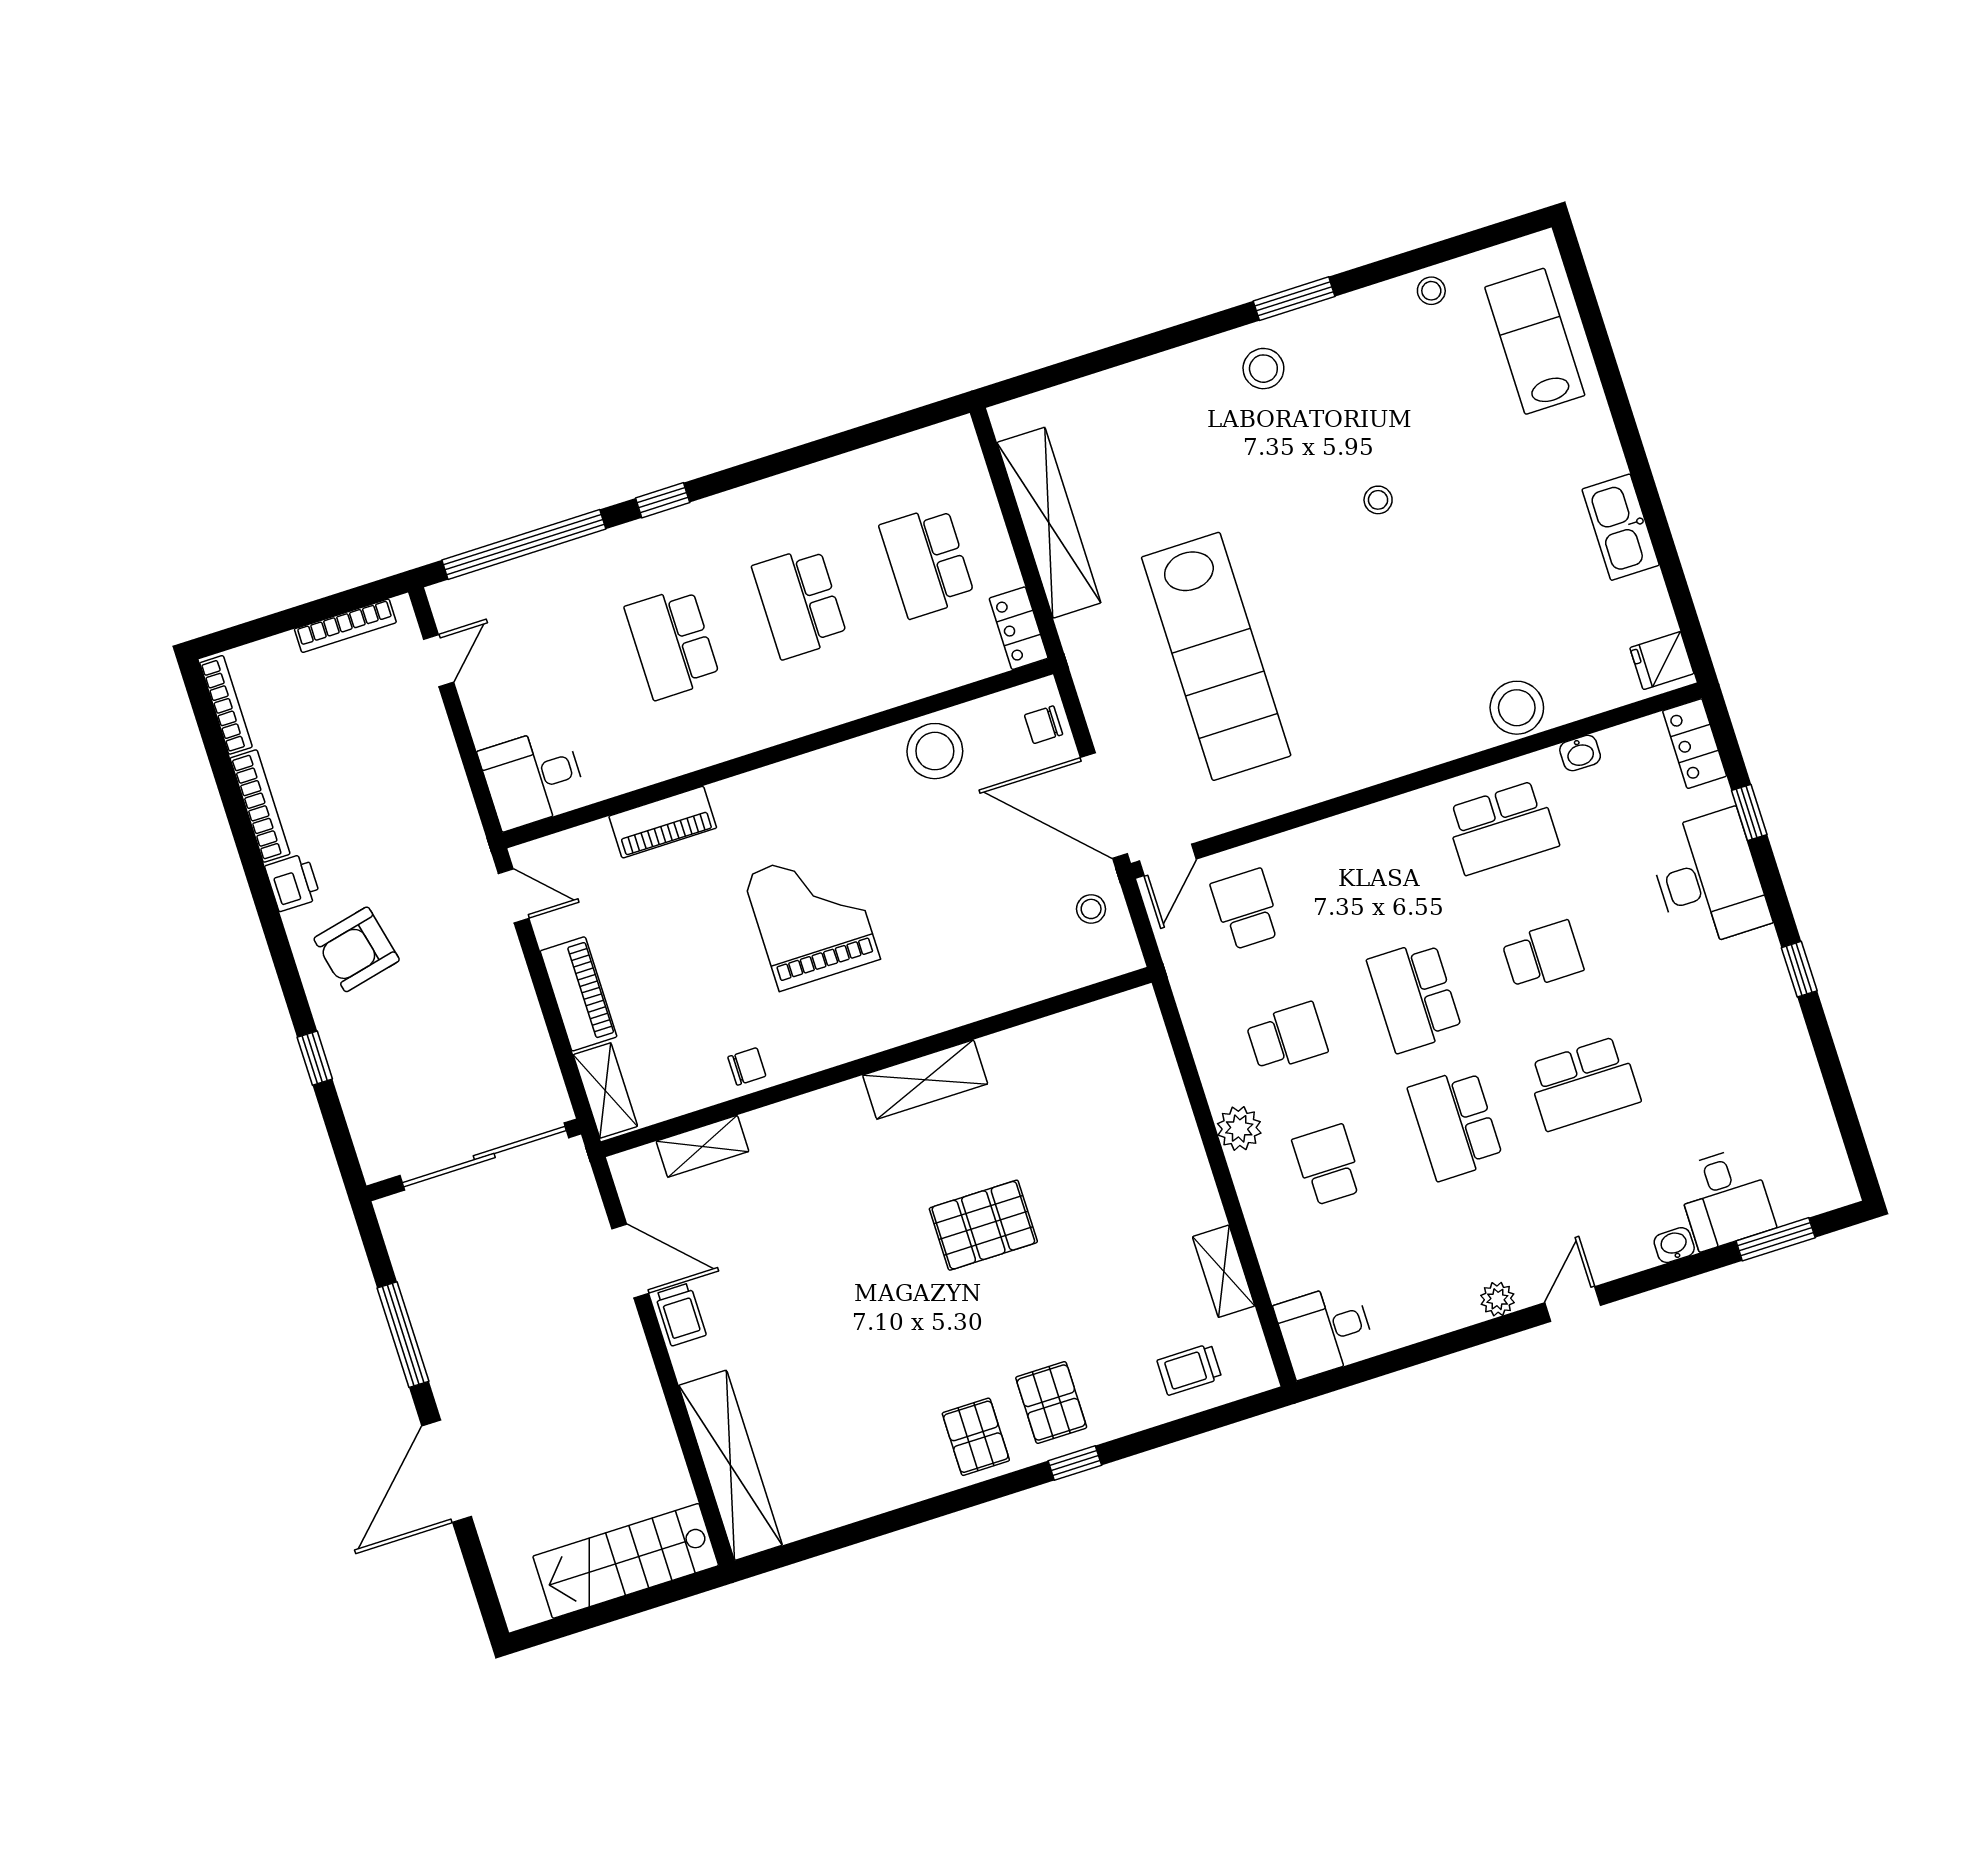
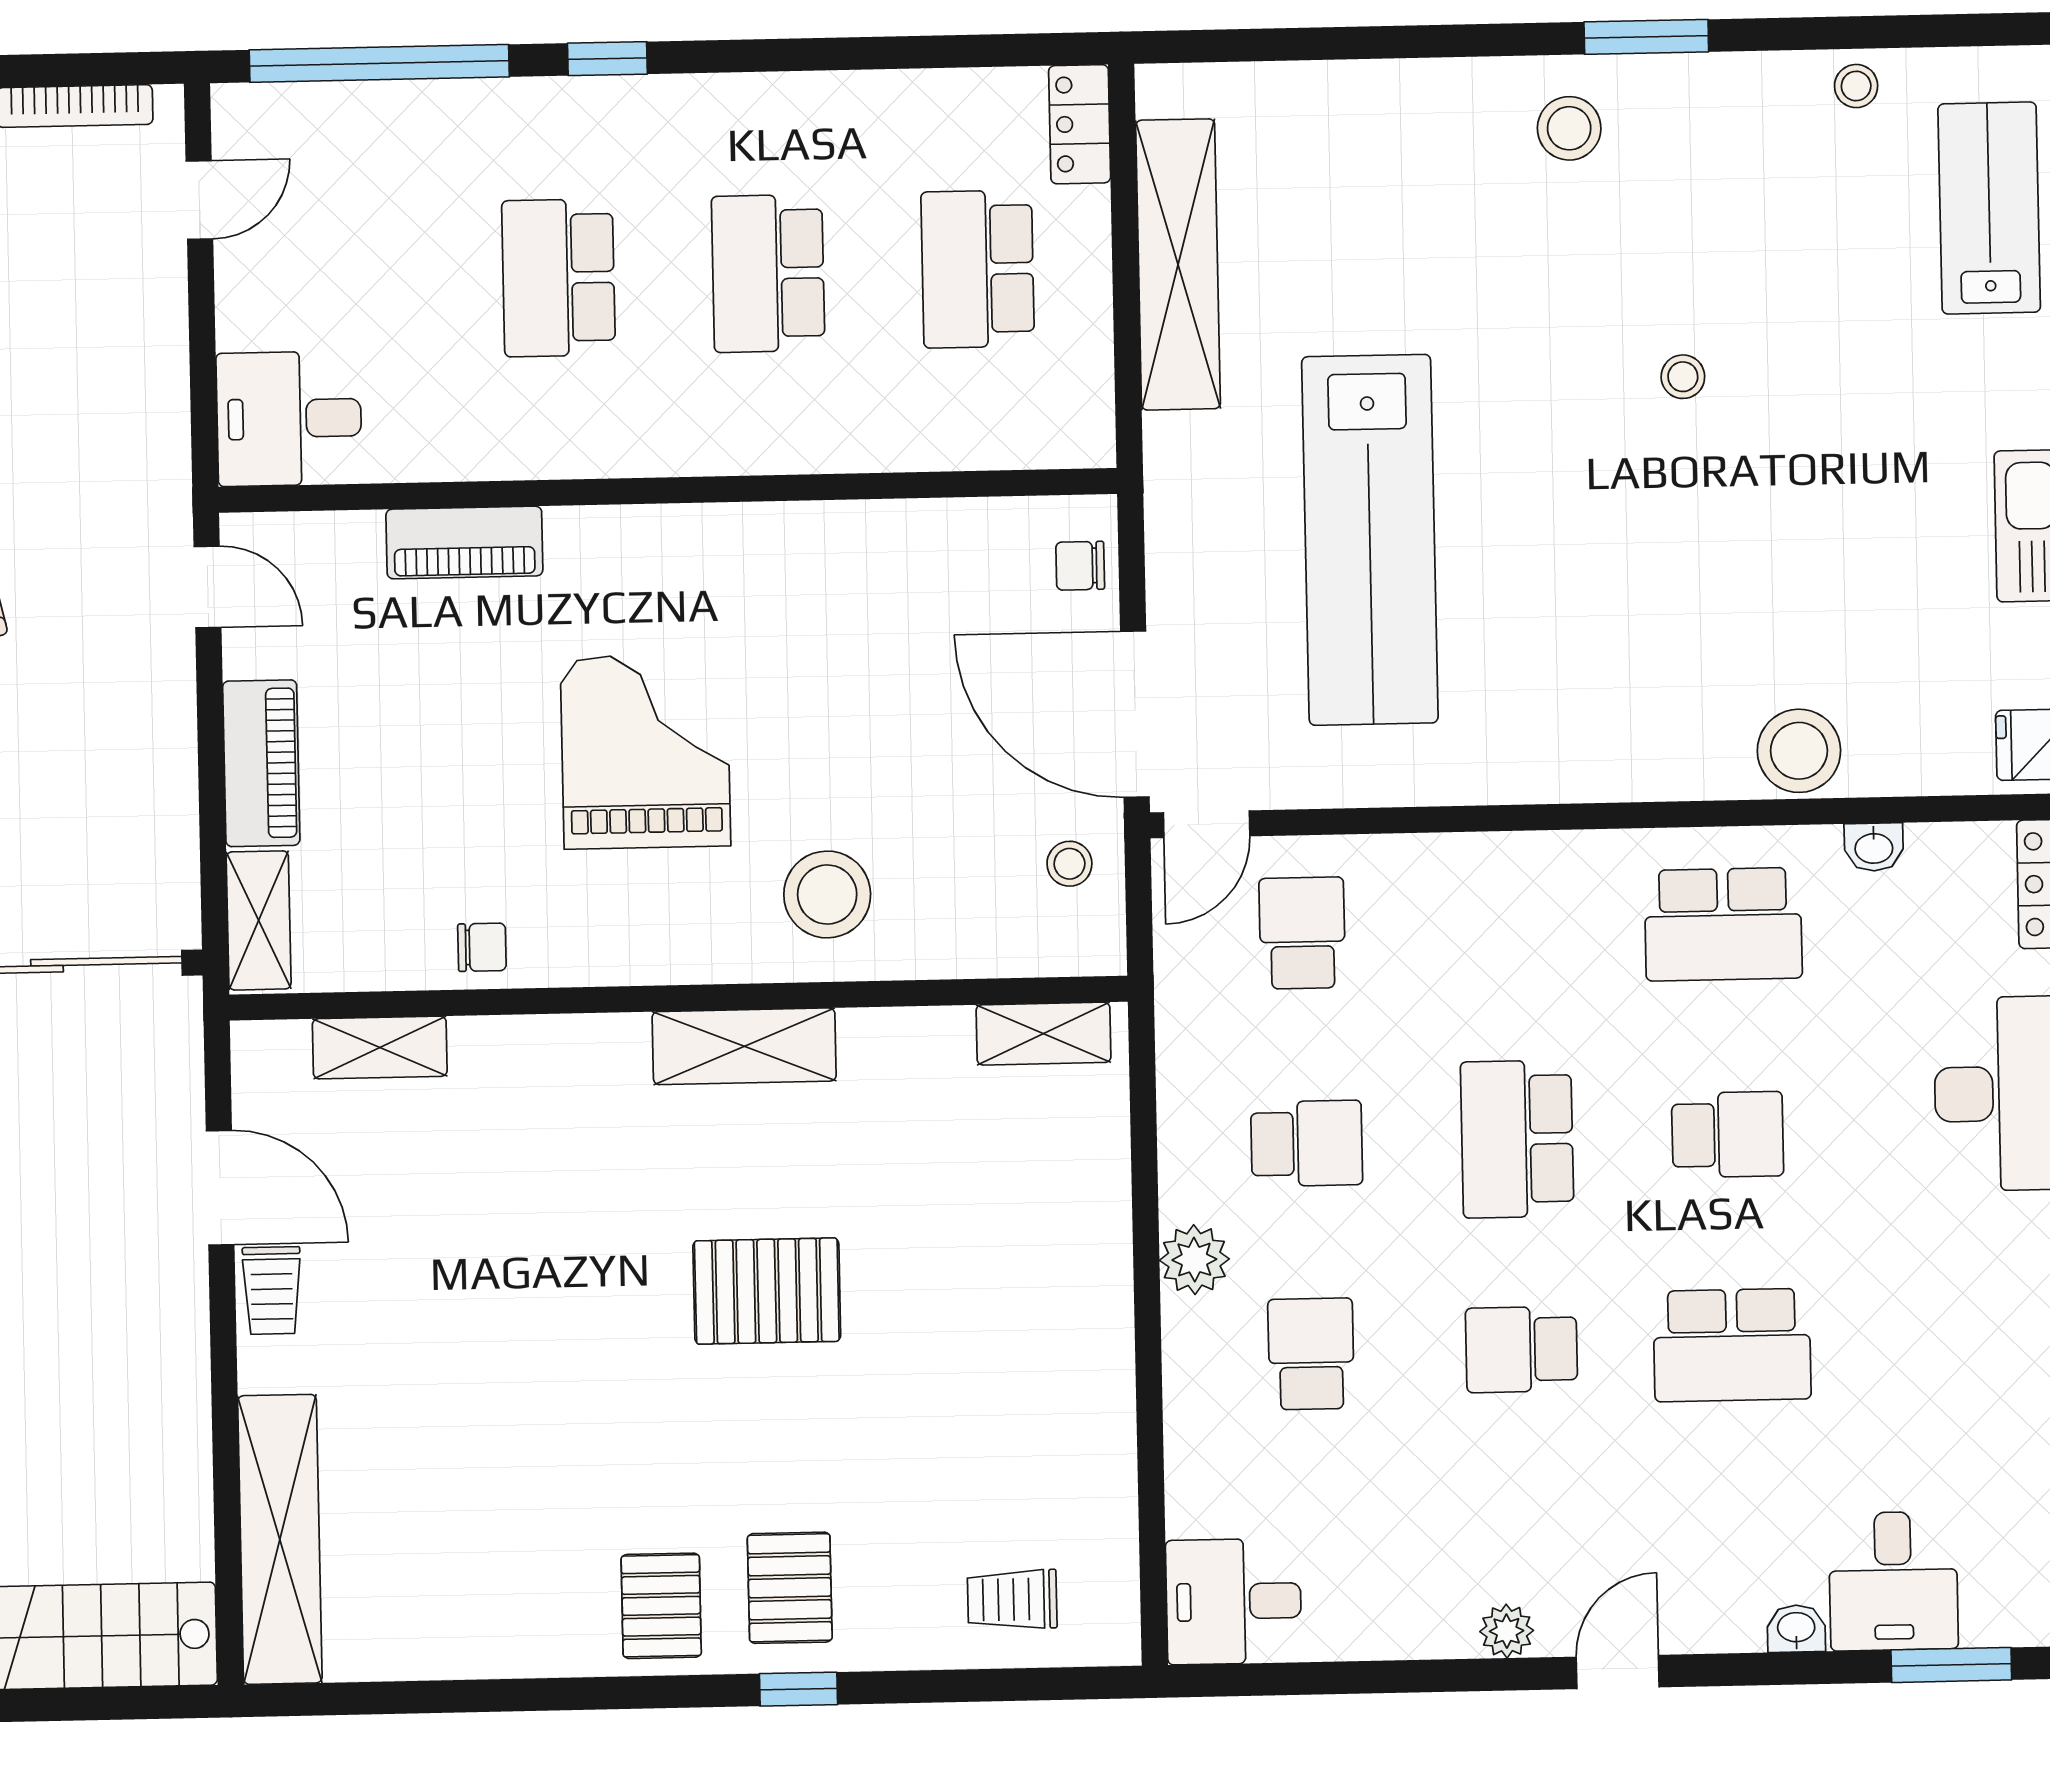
locker: (1019, 628) -> (1080, 124), moved
stool: (935, 751) -> (827, 894), moved
school desk: (1456, 1124) -> (1522, 1349), width x0.54
shelving: (1224, 1271) -> (1043, 1034), moved, turned 90

